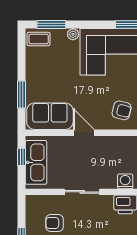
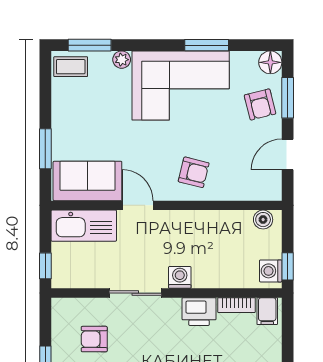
window: (22, 157) -> (45, 266), moved
kitchen sink: (36, 162) -> (84, 226), moved, turned 90
washing machine: (125, 181) -> (180, 277), moved

